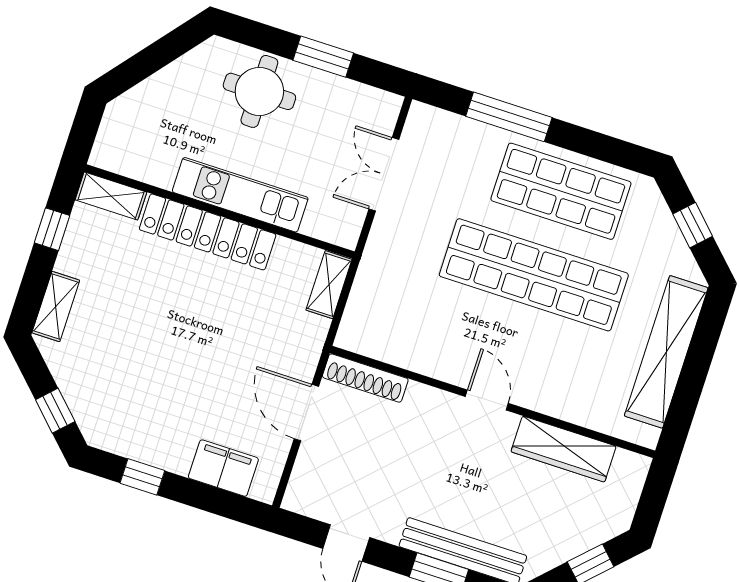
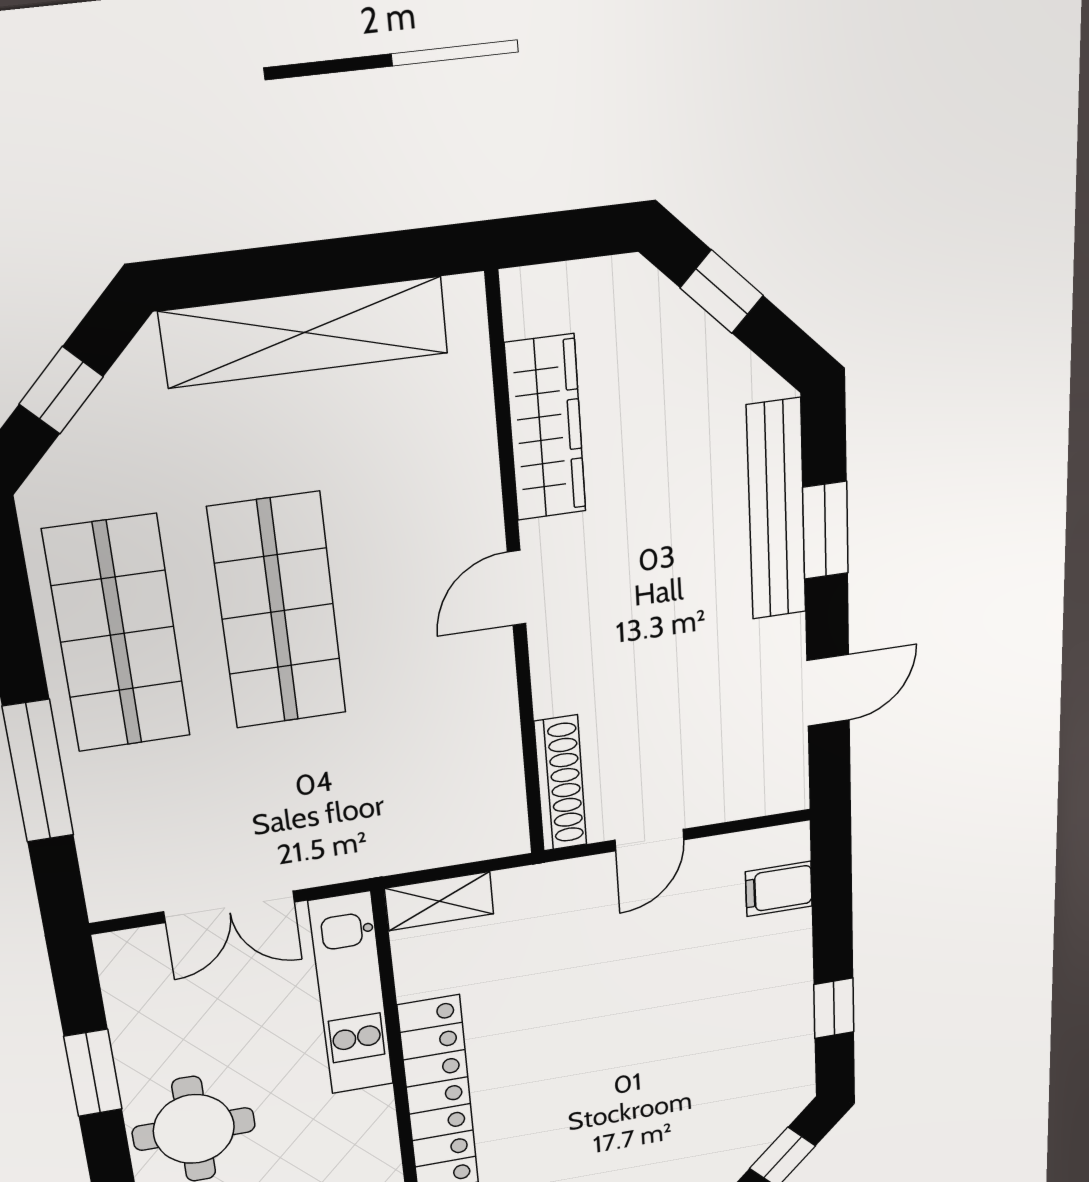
kitchen unit: (240, 195) -> (351, 994), moved
shop shelf: (534, 275) -> (278, 612), width x0.71
door: (306, 413) -> (649, 840), width x0.73
filing cabinet: (223, 468) -> (779, 889), width x0.50

